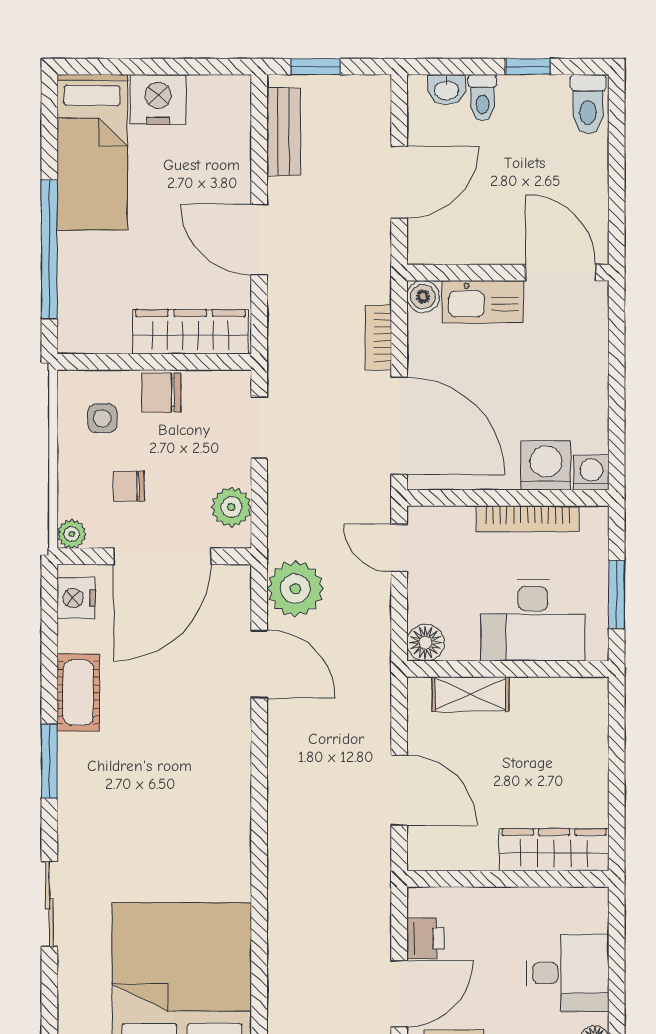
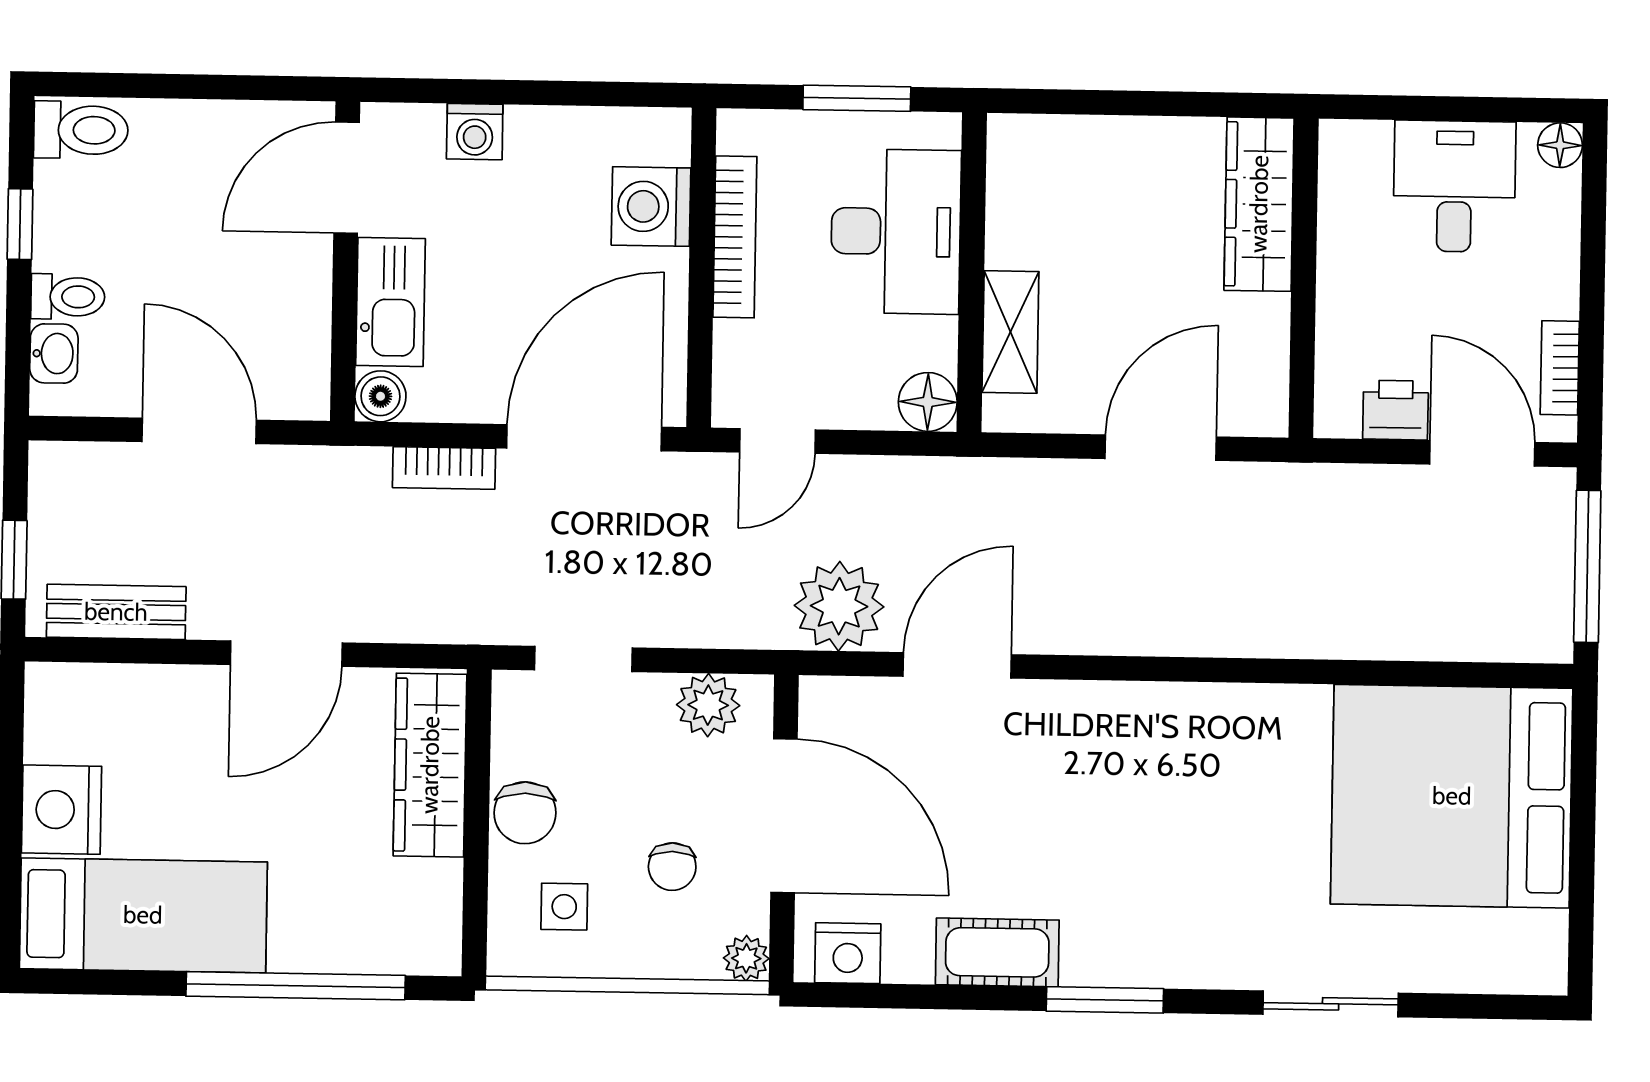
washing machine: (591, 473) -> (475, 132), moved, turned -90

